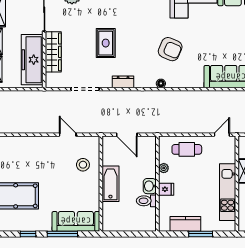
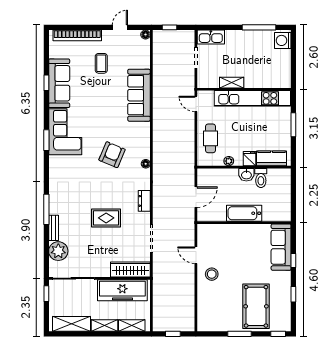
wardrobe: (53, 52) -> (130, 269), moved
door: (68, 135) -> (196, 255), hinge flipped
stool: (83, 165) -> (212, 274), moved
kitchen unit: (228, 192) -> (252, 98), width x1.36
kitchen counter: (185, 224) -> (272, 158), moved, turned 90
window: (62, 234) -> (293, 260), width x0.46

